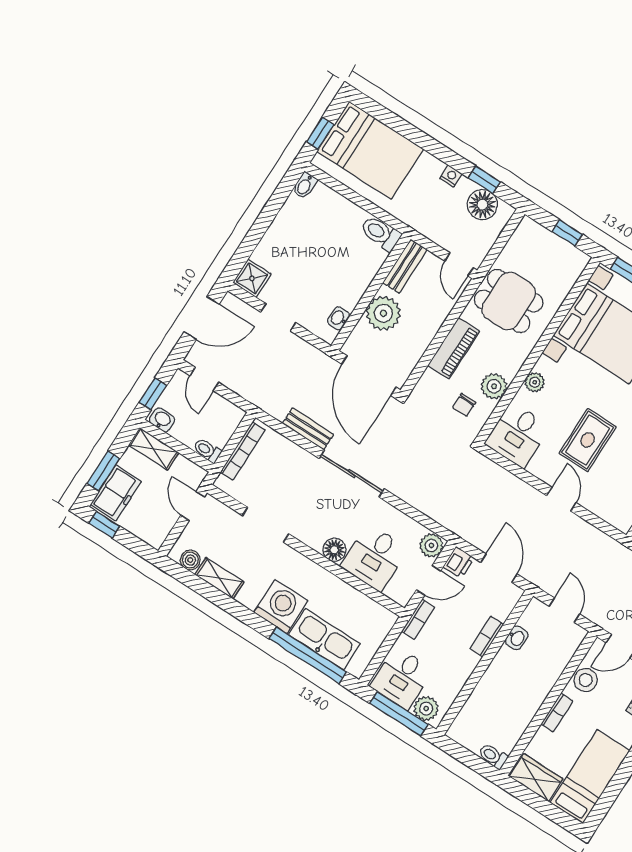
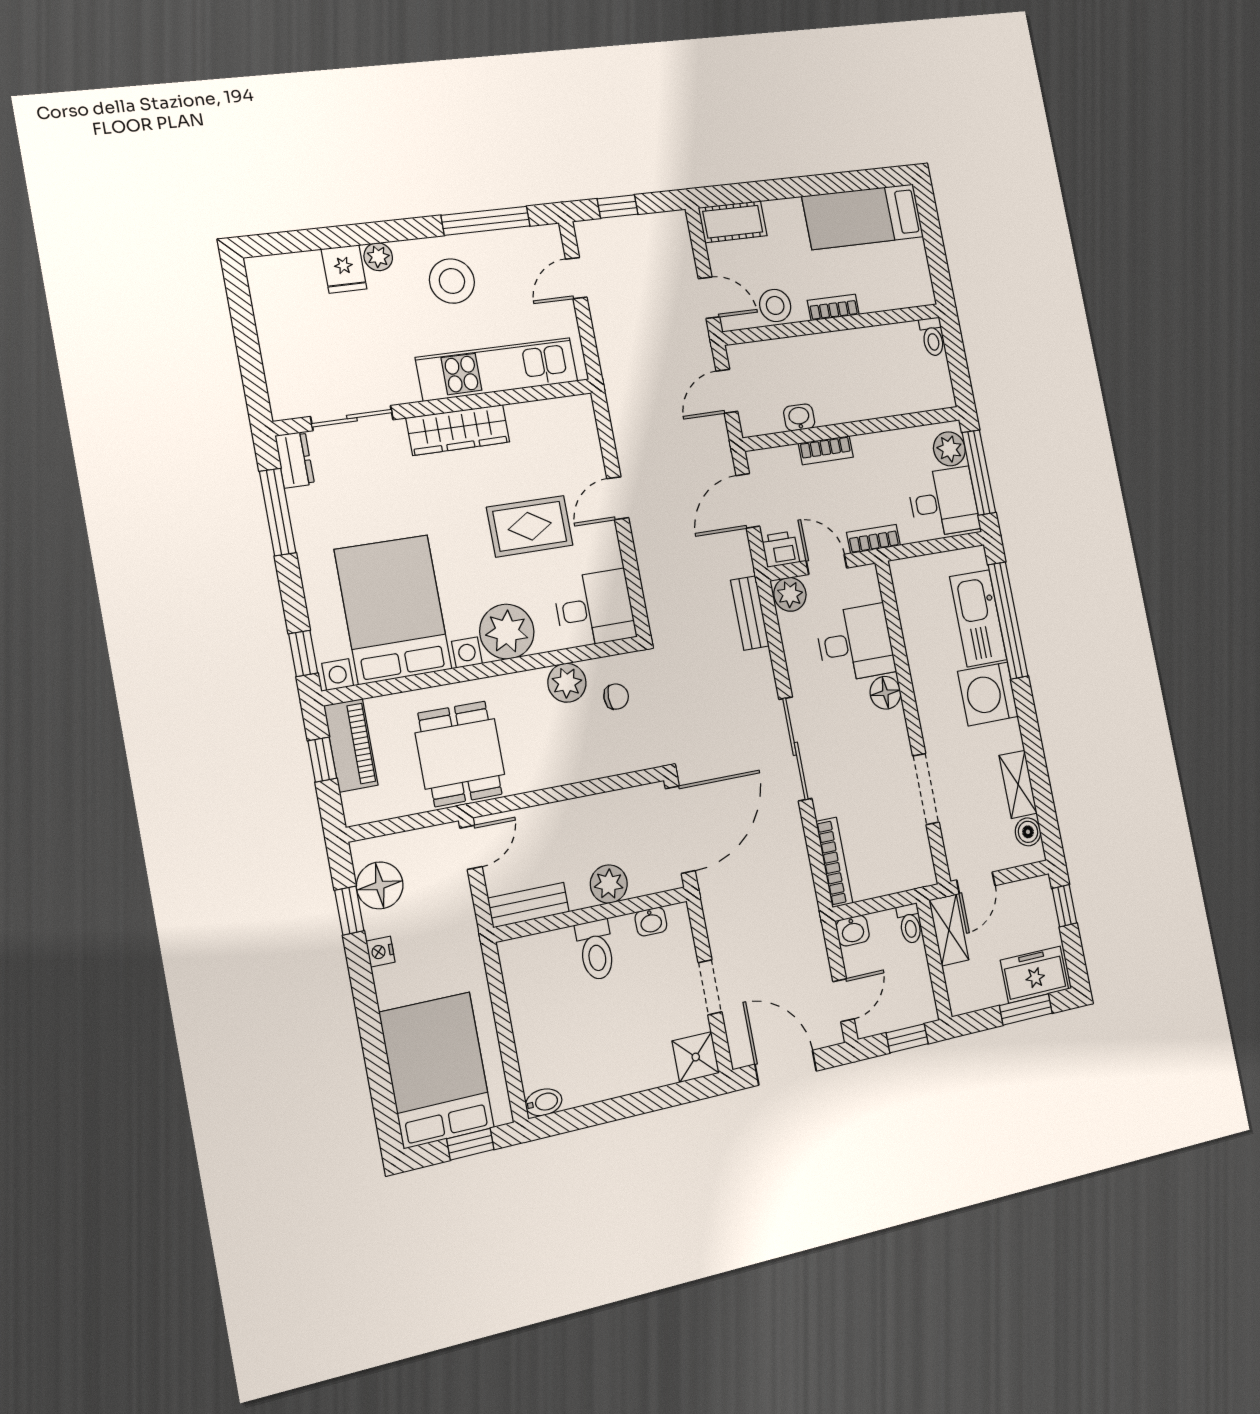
toilet: (381, 233) -> (596, 950), moved
plant: (383, 313) -> (609, 884), width x0.73, depth x0.73
piano: (454, 348) -> (351, 745), moved, turned 90
plant: (535, 382) -> (507, 632), width x1.87, depth x1.87
washbasin: (162, 420) -> (853, 931), moved, turned -90
bench: (308, 429) -> (750, 613), moved
shelving: (154, 449) -> (949, 930), moved
bookcase: (243, 451) -> (834, 862), moved, turned 90
window: (104, 525) -> (1064, 906), moved
wardrobe: (536, 778) -> (913, 273), removed

